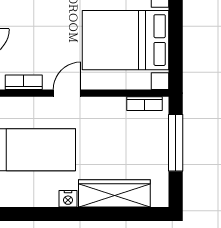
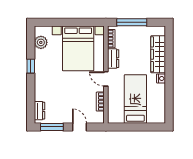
dresser: (106, 107) -> (113, 59), added

